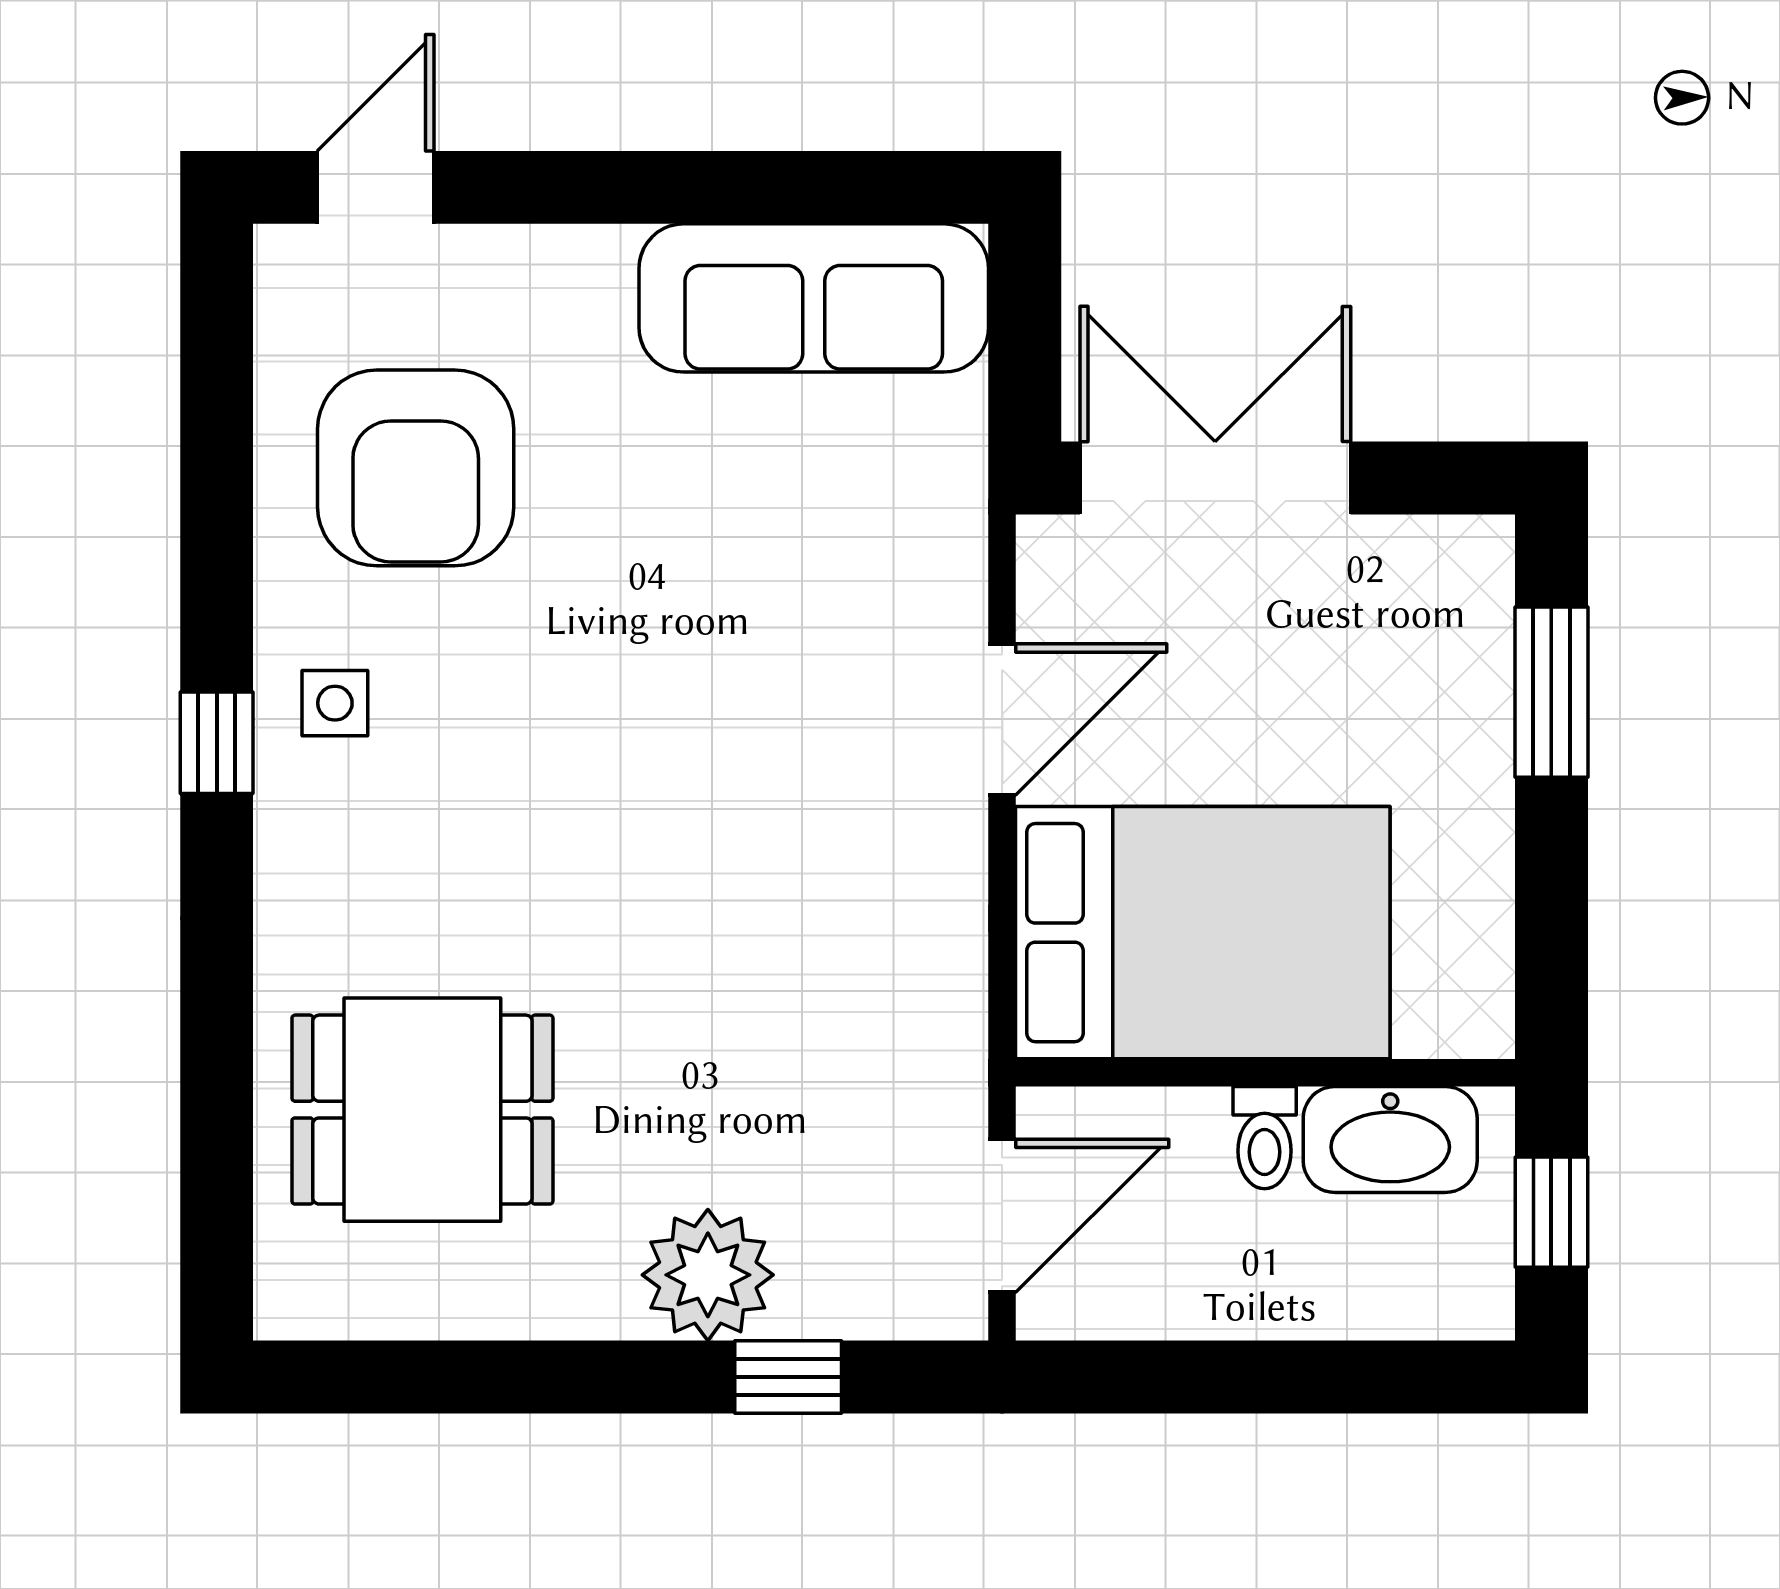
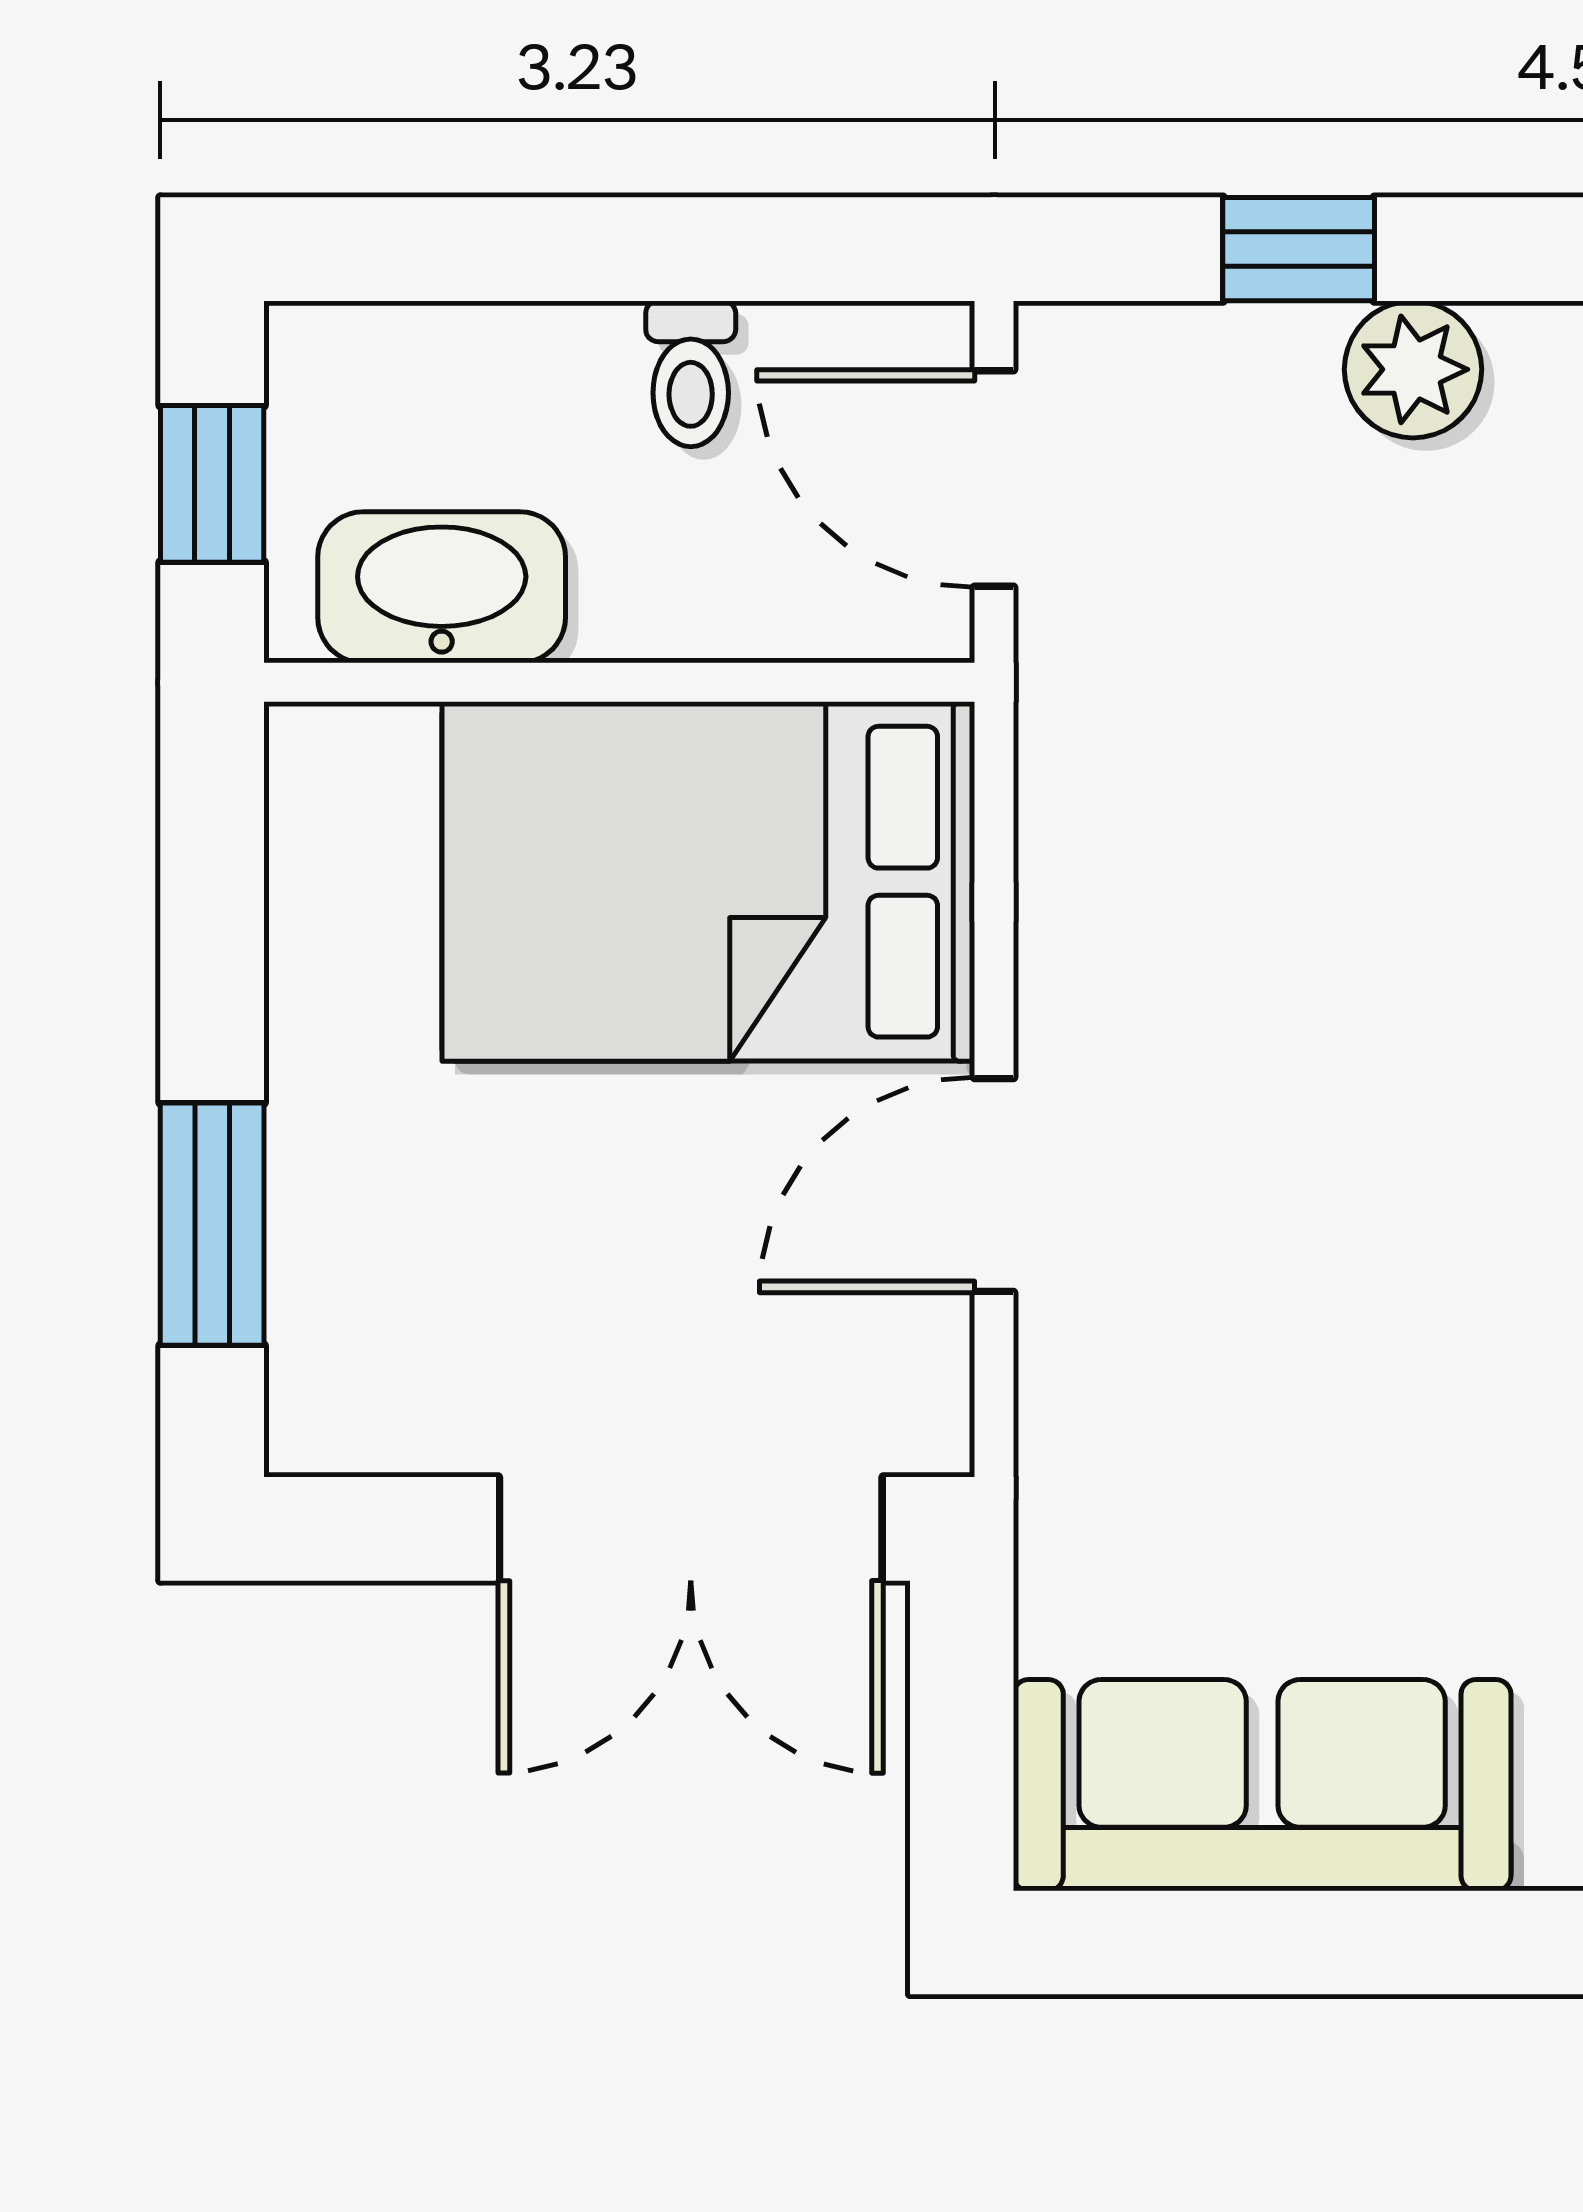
toilet: (1265, 1138) -> (691, 374), moved, turned 180
door: (1002, 1216) -> (994, 479), hinge flipped
plant: (708, 1275) -> (1413, 369), width x0.73, depth x0.73

